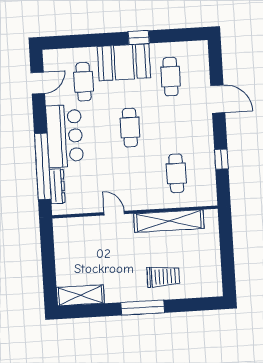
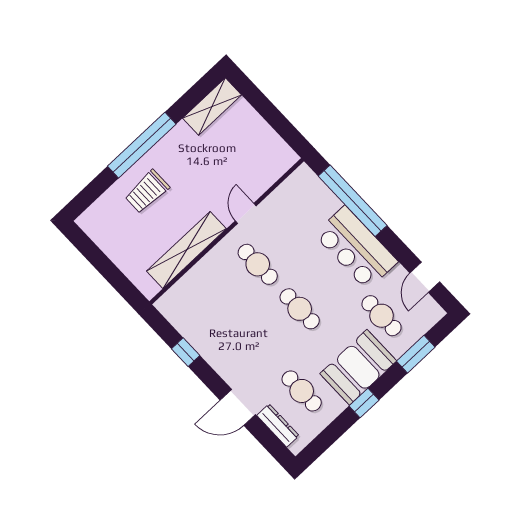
window: (82, 41) -> (416, 354), added
cafe table: (176, 173) -> (258, 264), moved
dresser: (57, 186) -> (278, 426), moved, turned 180
door: (114, 213) -> (246, 213), swing flipped
window: (143, 308) -> (142, 145), width x1.46

